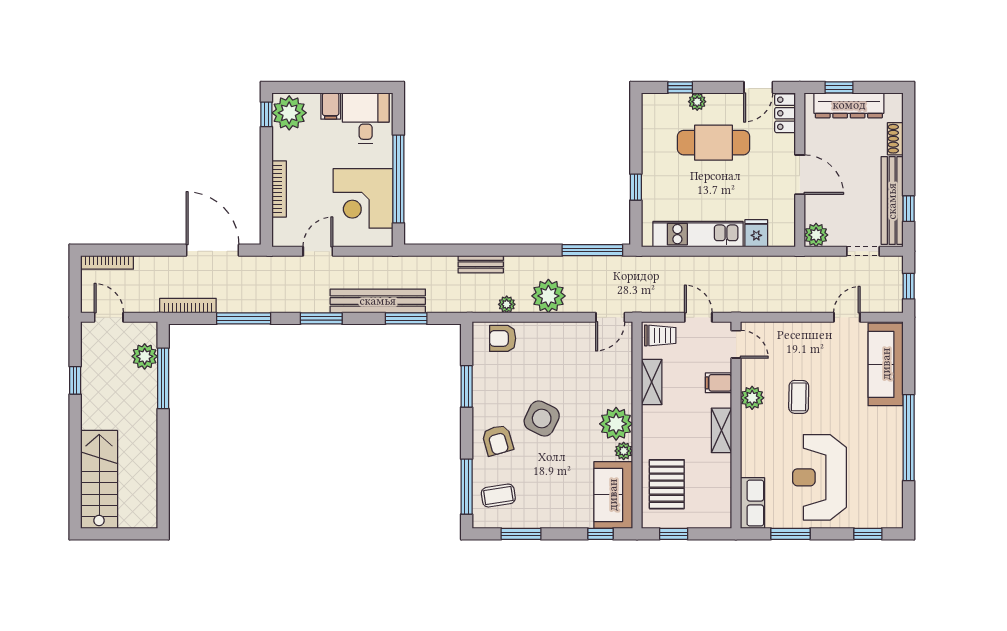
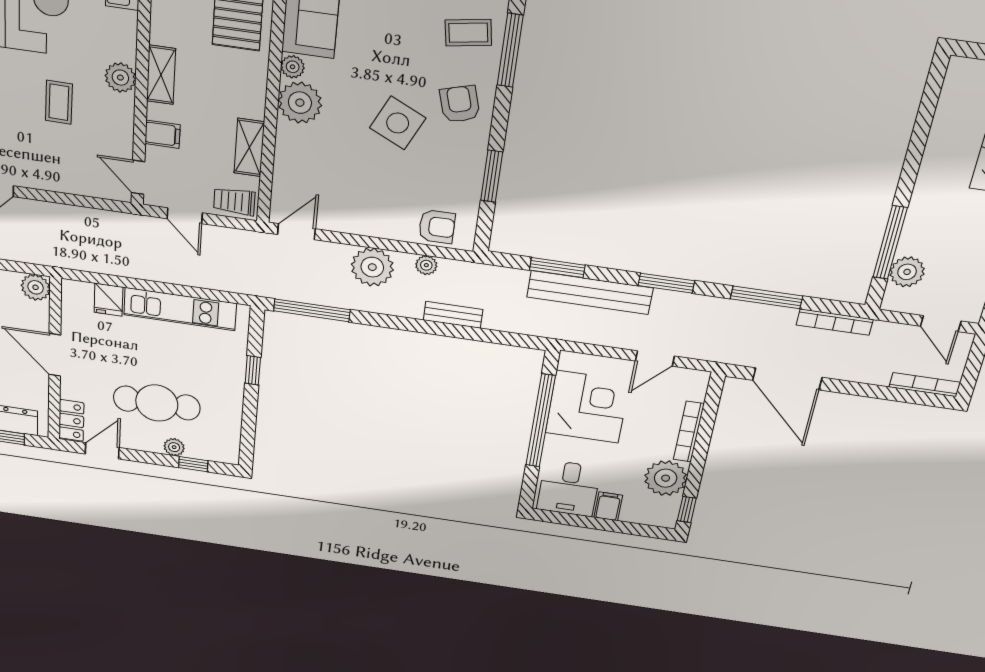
plant: (289, 113) -> (666, 478), moved
plant: (752, 398) -> (120, 78), moved

